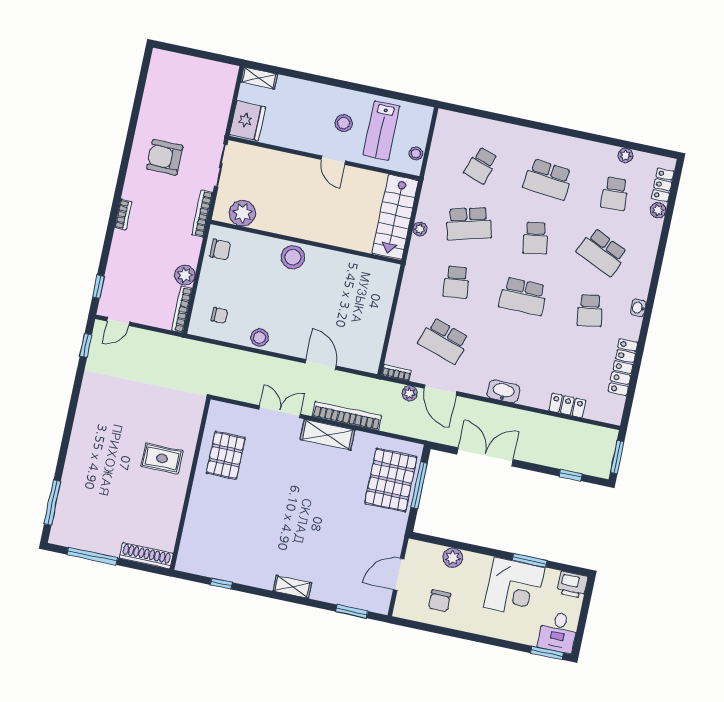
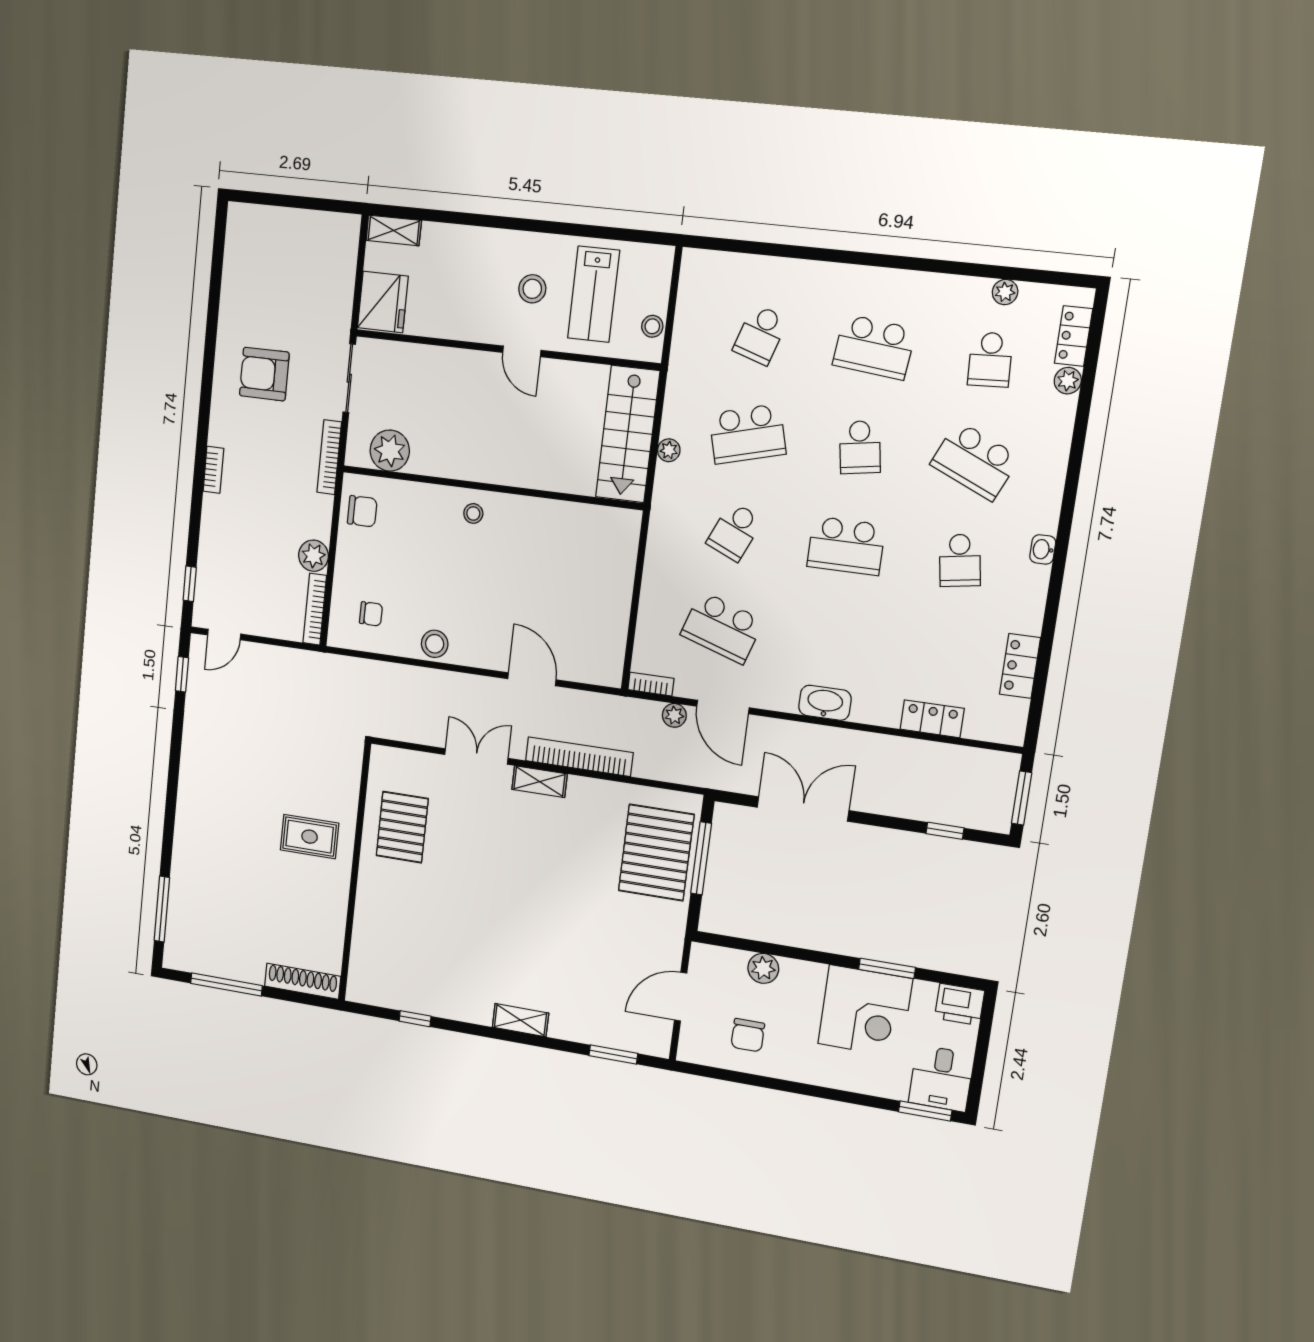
stool: (293, 257) -> (473, 513), width x0.53, depth x0.53
school desk: (456, 282) -> (735, 532), turned 30
locker: (623, 367) -> (1020, 666), width x0.66
shelving: (328, 435) -> (540, 782), width x0.67, depth x0.75

